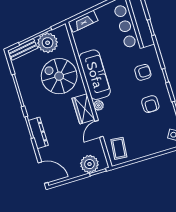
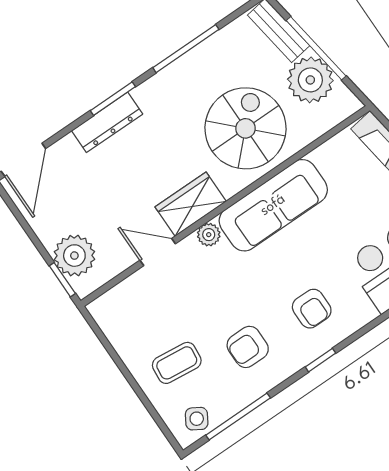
coffee table: (119, 148) -> (177, 363), moved

